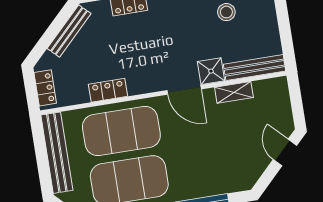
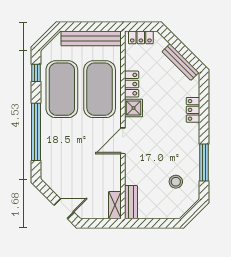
bench: (255, 68) -> (131, 202), width x0.73
shower: (211, 71) -> (134, 108), moved
shelving: (234, 92) -> (115, 205), moved

